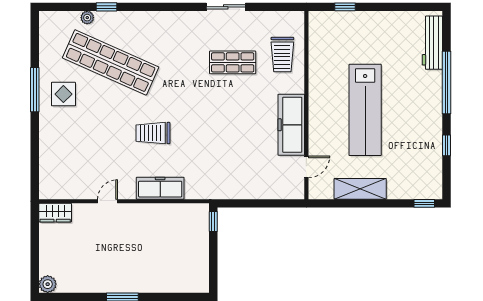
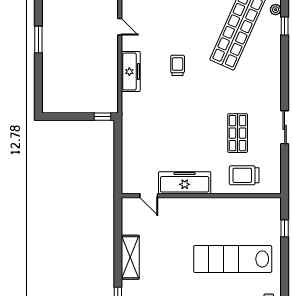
lab bench: (365, 110) -> (233, 259), moved
trolley: (153, 133) -> (178, 65), width x0.73, depth x0.72
shelving: (360, 189) -> (130, 257), moved

